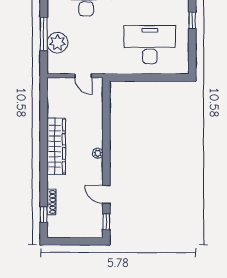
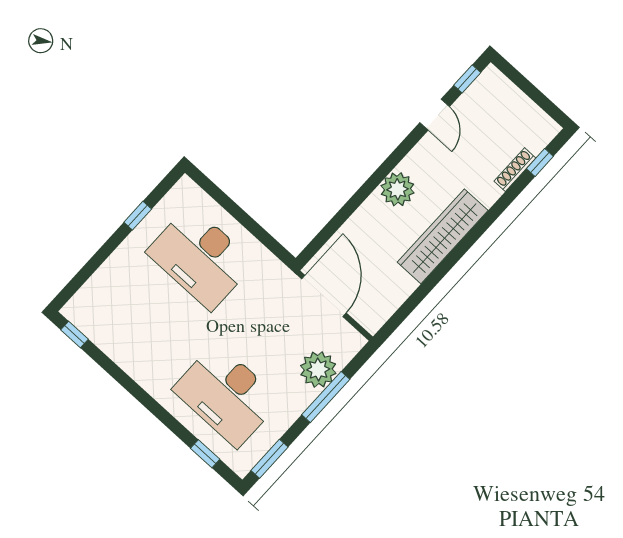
window: (192, 20) -> (138, 216), moved
door: (83, 76) -> (324, 296), width x1.88
plant: (98, 153) -> (397, 189), width x1.87, depth x1.87

